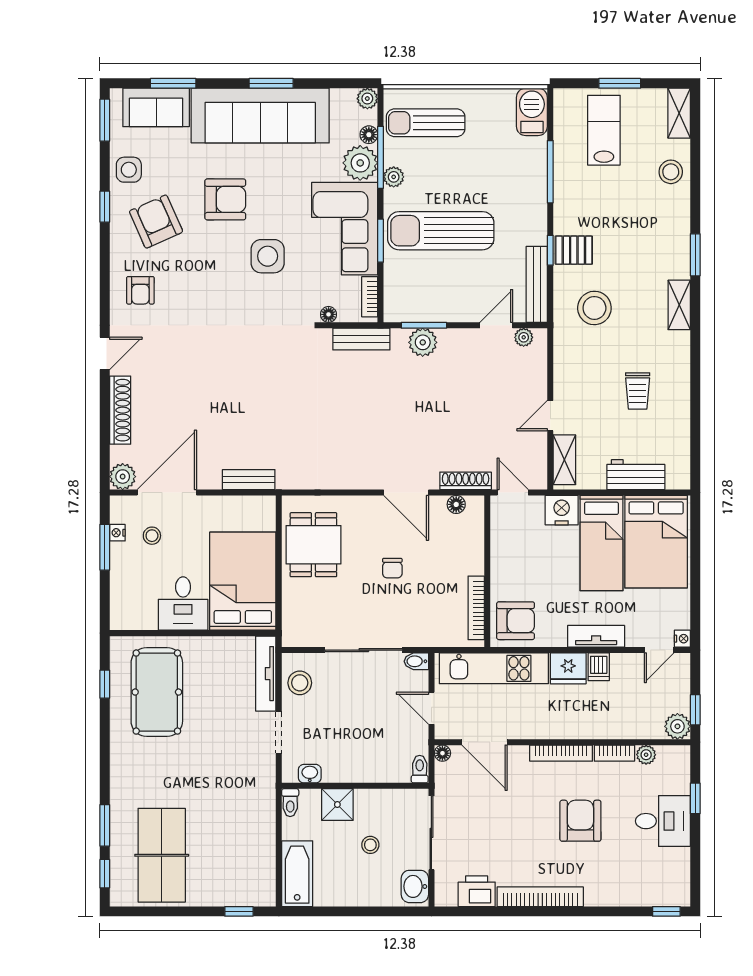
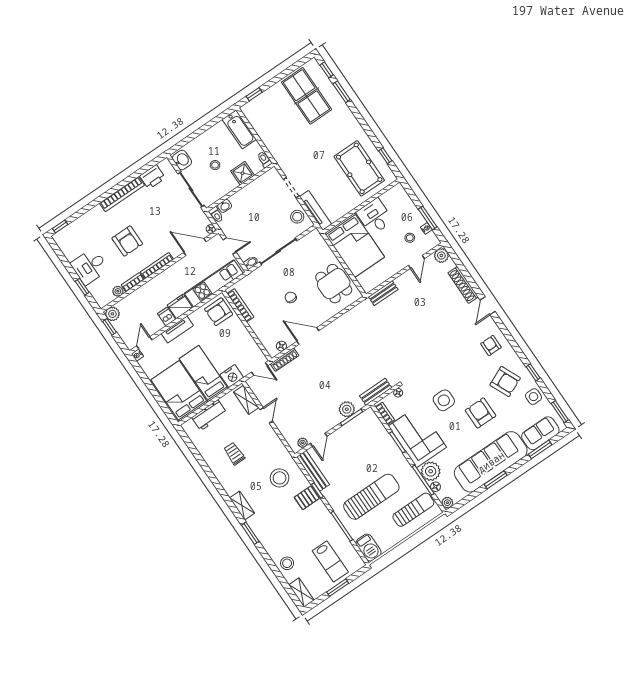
plant: (394, 177) -> (411, 475), removed
armchair: (225, 199) -> (481, 413), turned 90
sun lounger: (441, 231) -> (371, 497), moved
door: (167, 493) -> (416, 262), width x0.53
washbasin: (310, 774) -> (225, 206), moved

